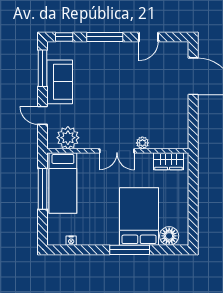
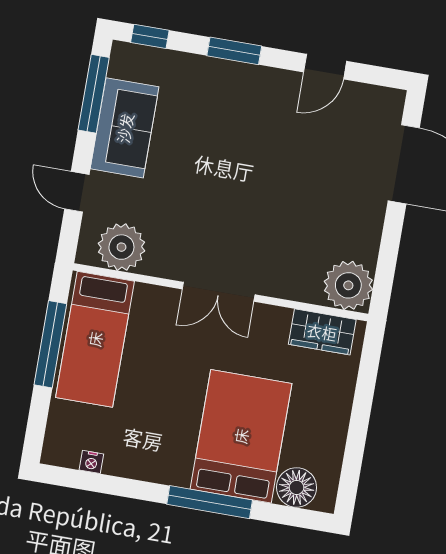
window: (105, 37) -> (234, 51), width x0.69
plant: (142, 143) -> (348, 285), moved, width x1.87, depth x1.87

